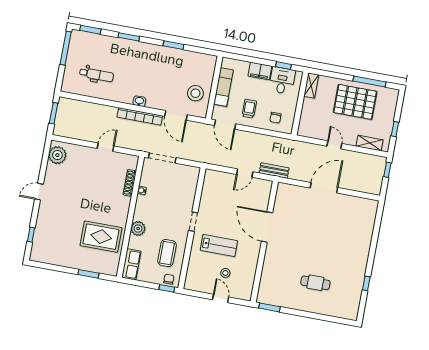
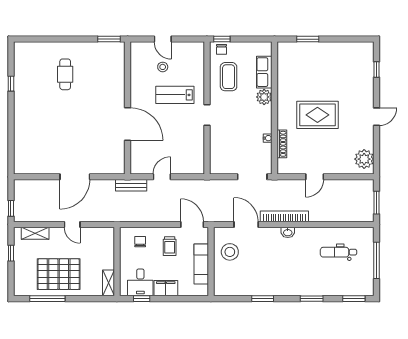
window: (66, 48) -> (376, 260), moved
rug: (101, 237) -> (317, 115), moved
row of seats: (131, 264) -> (264, 72), moved
cafe table: (315, 283) -> (65, 74), turned 90

